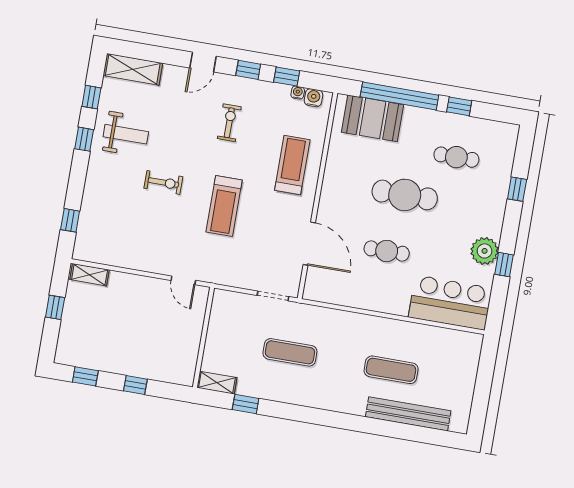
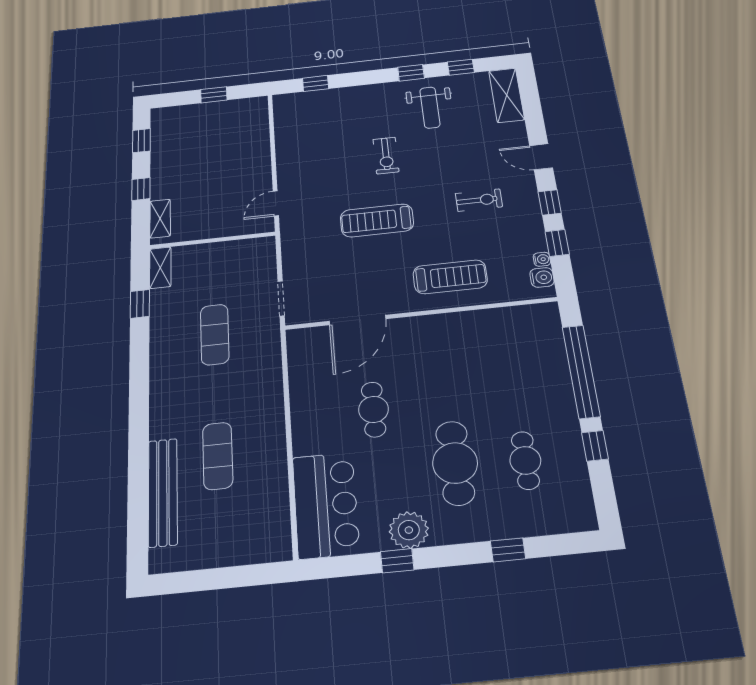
booth: (373, 118) -> (540, 348), removed
cafe table: (405, 195) -> (455, 463), moved
shelving: (90, 275) -> (160, 219), moved

